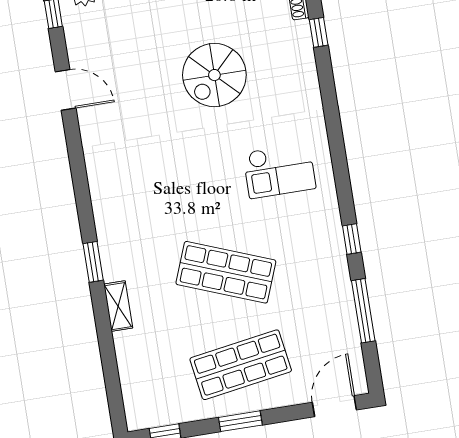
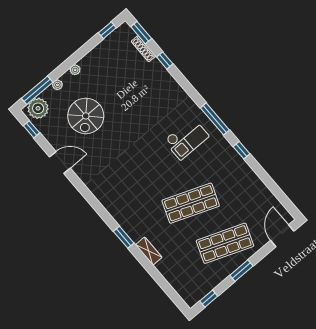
spiral stairs: (214, 75) -> (86, 116), moved
window: (363, 311) -> (215, 119), moved
shop shelf: (241, 365) -> (225, 243), turned 30

